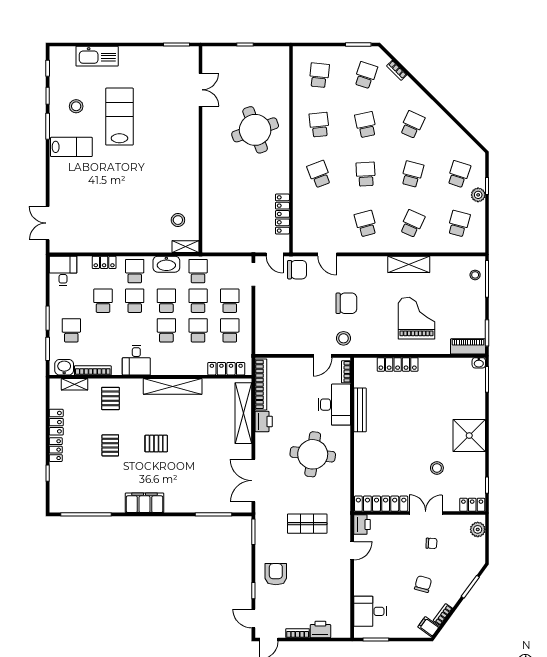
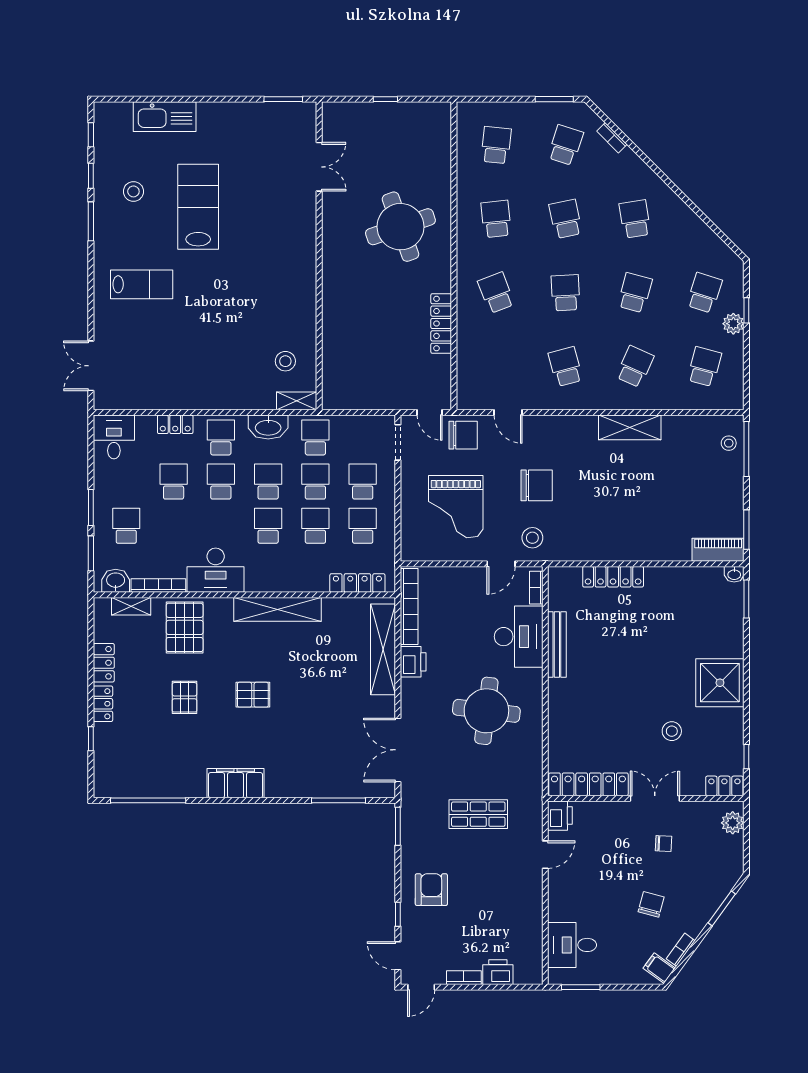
school desk: (412, 125) -> (635, 219), turned -33
lab bench: (71, 147) -> (142, 284), moved
locker: (282, 214) -> (441, 323), moved
grand piano: (417, 318) -> (456, 507), moved, turned 180
desk: (136, 360) -> (216, 570), width x1.37
pallet: (110, 398) -> (185, 627), width x1.50, depth x1.42

